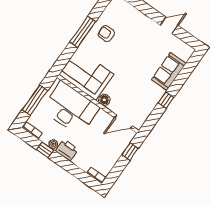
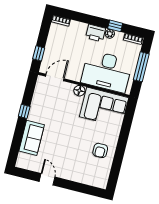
door: (169, 25) -> (47, 179), swing flipped
window: (83, 32) -> (122, 144), removed
armchair: (106, 34) -> (100, 150), turned 90

